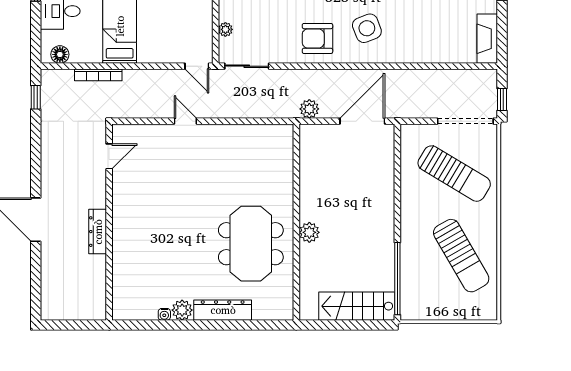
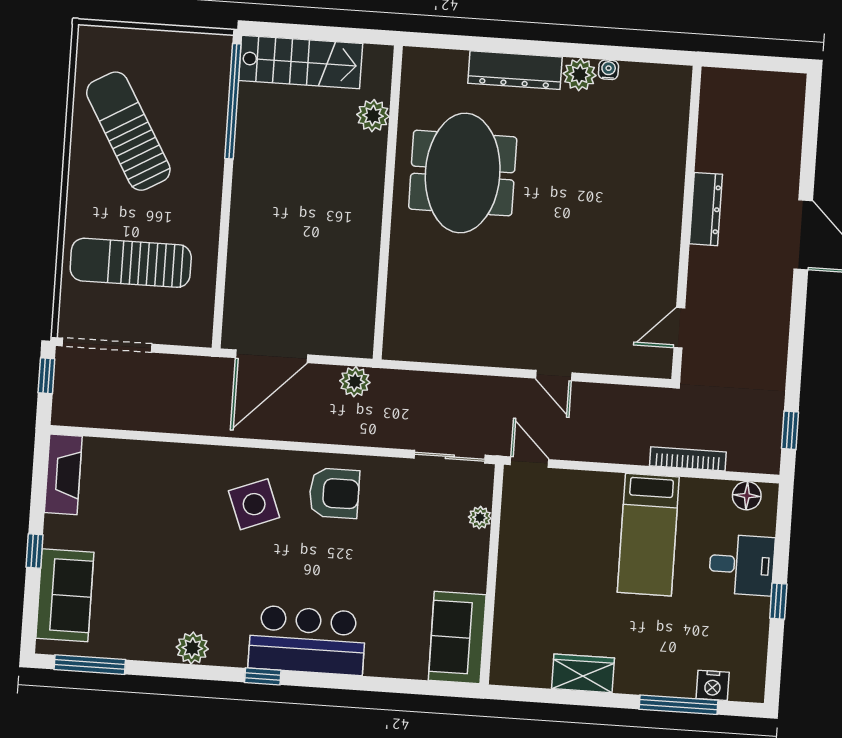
sun lounger: (454, 174) -> (131, 263), turned -31
plant: (309, 232) -> (373, 116), moved

